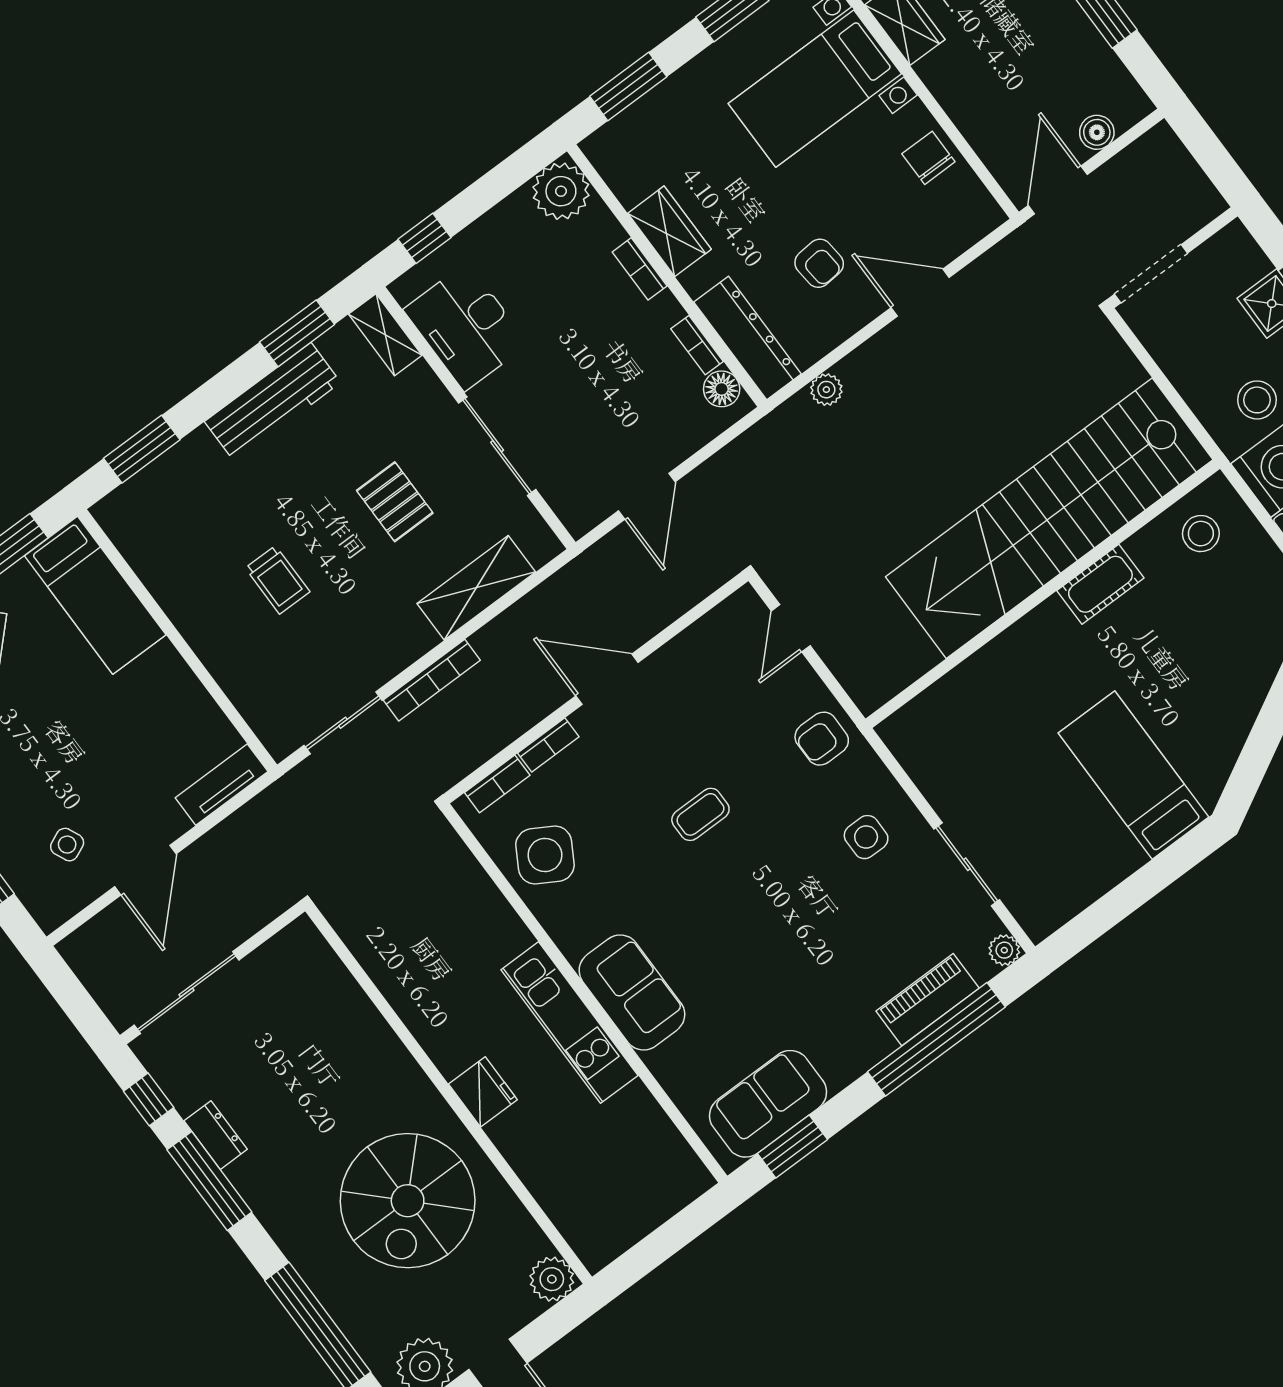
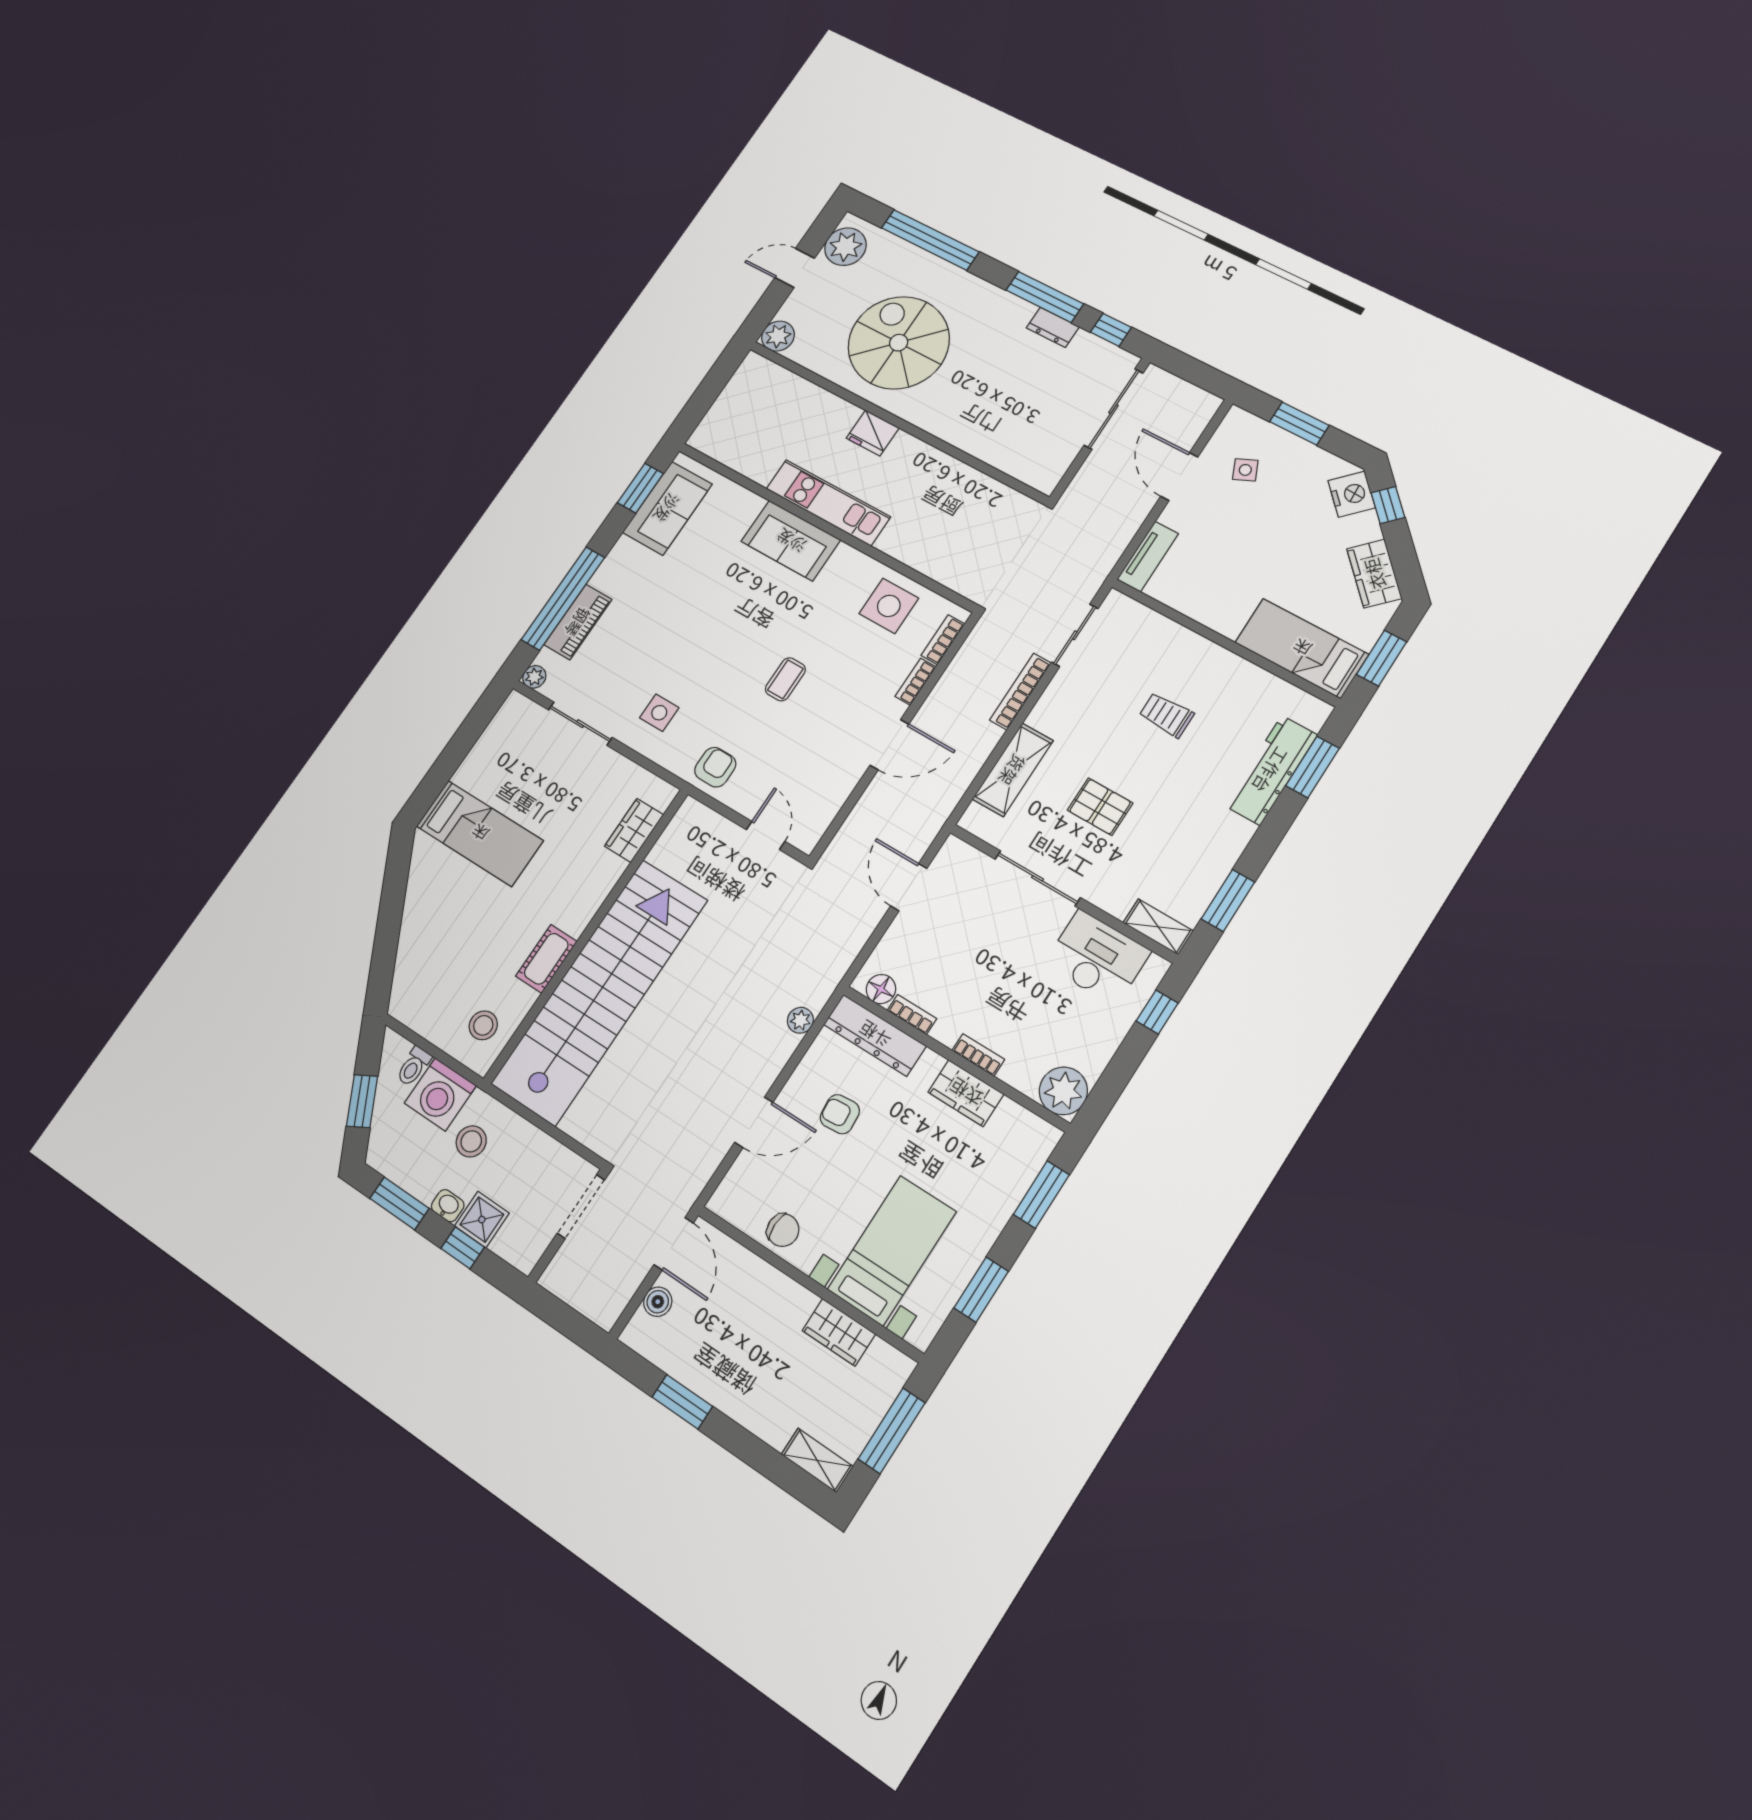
workbench: (273, 402) -> (1271, 770), moved
wardrobe: (945, 700) -> (634, 830), added
side table: (545, 855) -> (889, 606), turned -30

